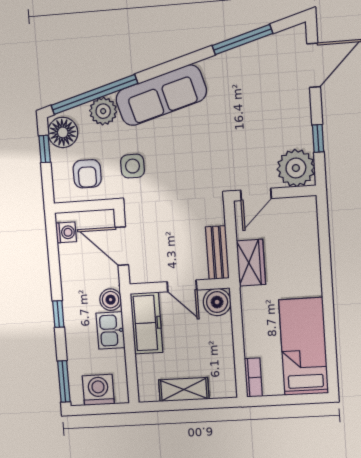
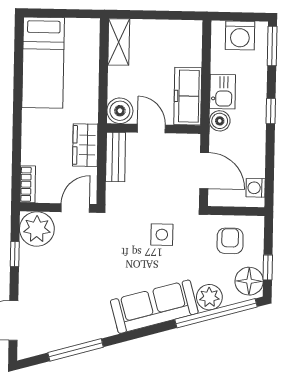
side table: (133, 166) -> (162, 235), moved
bookcase: (253, 378) -> (28, 184), moved, turned 180
shelving: (184, 389) -> (119, 42), moved, turned 90

